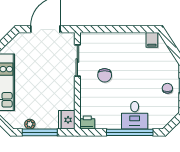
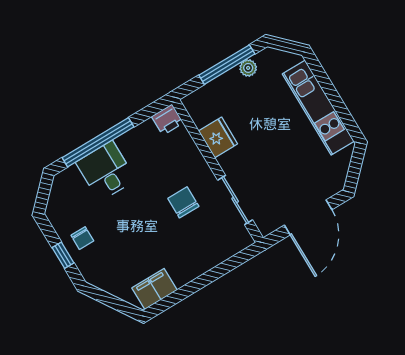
filing cabinet: (152, 40) -> (155, 289), width x2.00
fridge: (67, 120) -> (218, 137), moved

